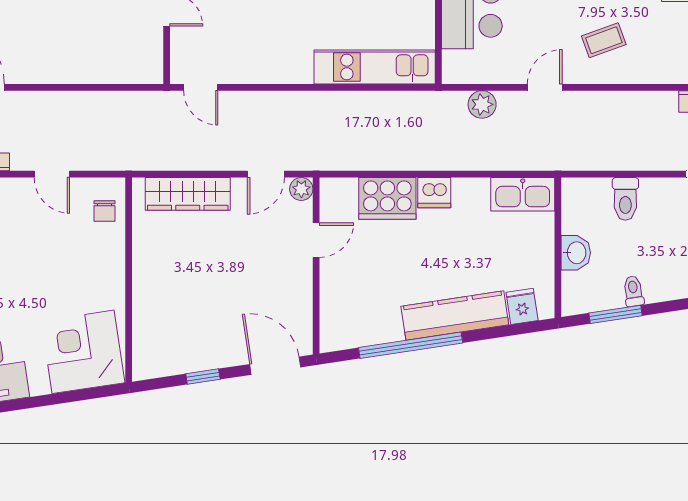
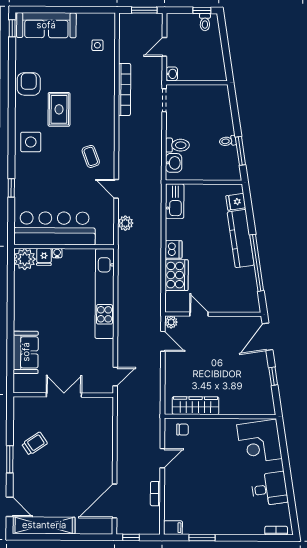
kitchen unit: (375, 67) -> (105, 294), width x1.36
wardrobe: (188, 194) -> (196, 406), moved, turned -90
washbasin: (576, 253) -> (174, 163), moved, turned 90

